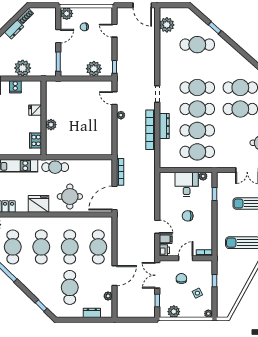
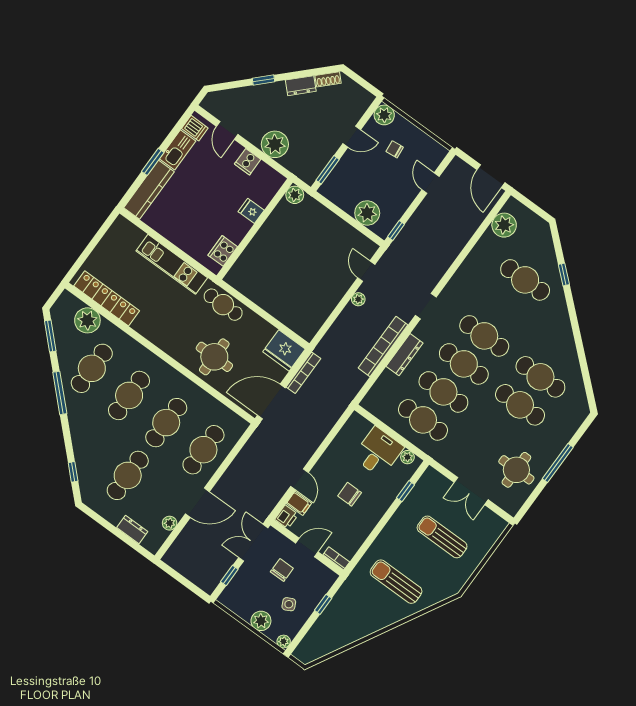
plant: (51, 125) -> (295, 195), moved
fridge: (39, 204) -> (284, 350), moved, turned 180
plant: (174, 312) -> (261, 621), moved

